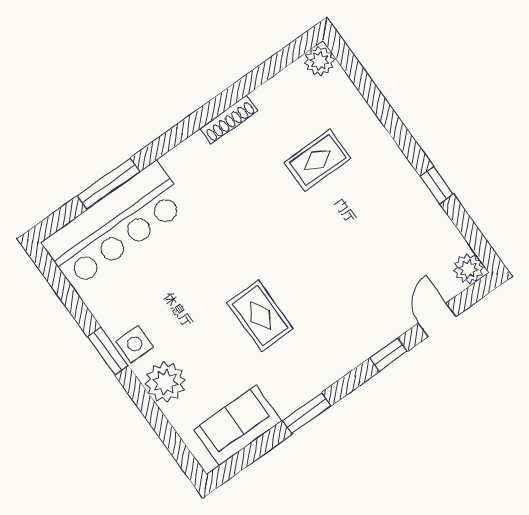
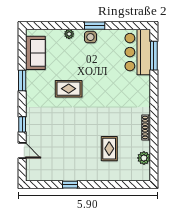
plant: (319, 61) -> (144, 158), moved
window: (108, 184) -> (154, 56), moved
bar counter: (115, 225) -> (138, 52), width x0.73
plant: (468, 269) -> (32, 175), removed
plant: (165, 382) -> (69, 34), width x0.53, depth x0.53

